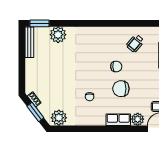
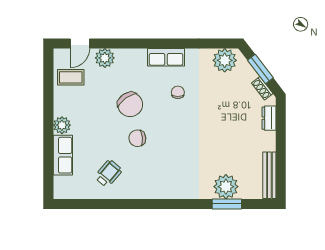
window: (40, 23) -> (227, 204), moved
dresser: (30, 80) -> (269, 118), added
chair: (121, 89) -> (130, 104), turned 54
row of seats: (118, 120) -> (166, 57), moved

